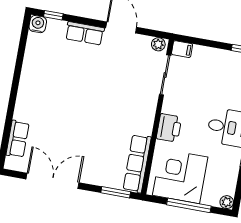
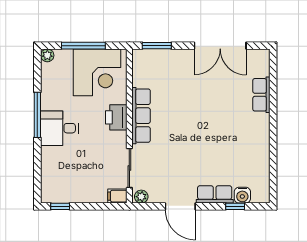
window: (53, 15) -> (235, 206), moved
water cooler: (38, 24) -> (242, 195), moved
row of seats: (18, 139) -> (261, 95), moved
row of seats: (137, 164) -> (141, 116), moved

